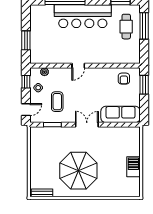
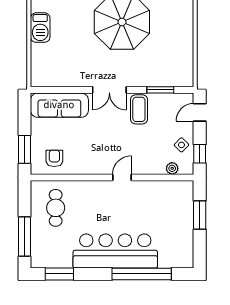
cafe table: (126, 27) -> (56, 208), moved
coffee table: (57, 102) -> (139, 109), moved

